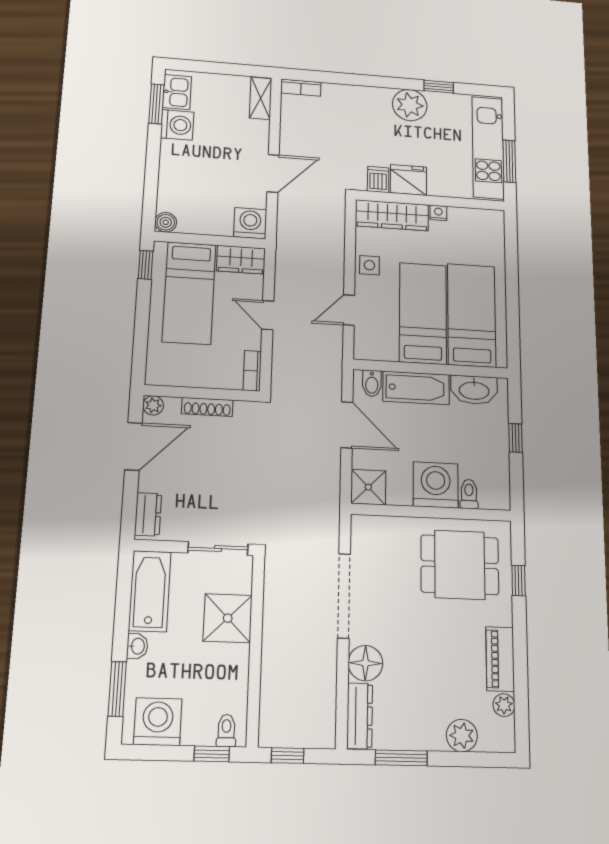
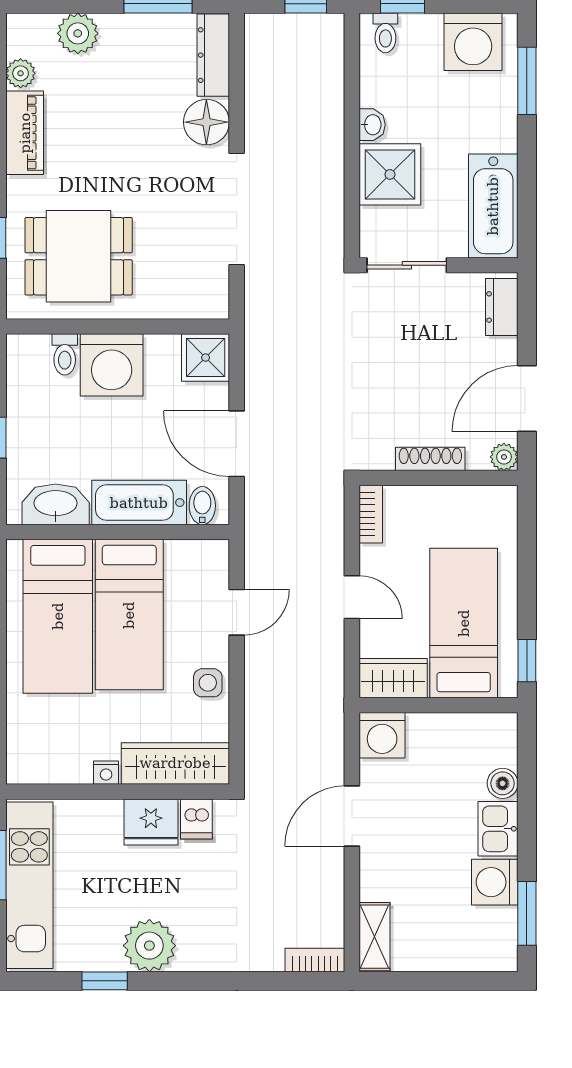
kitchen sink: (177, 92) -> (498, 829), moved
boiler: (166, 222) -> (503, 783), moved
washbasin: (137, 646) -> (372, 125), moved, turned 180

